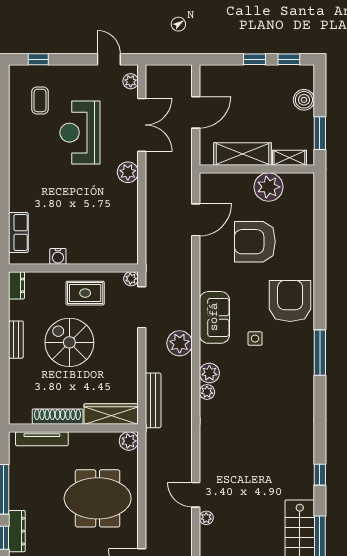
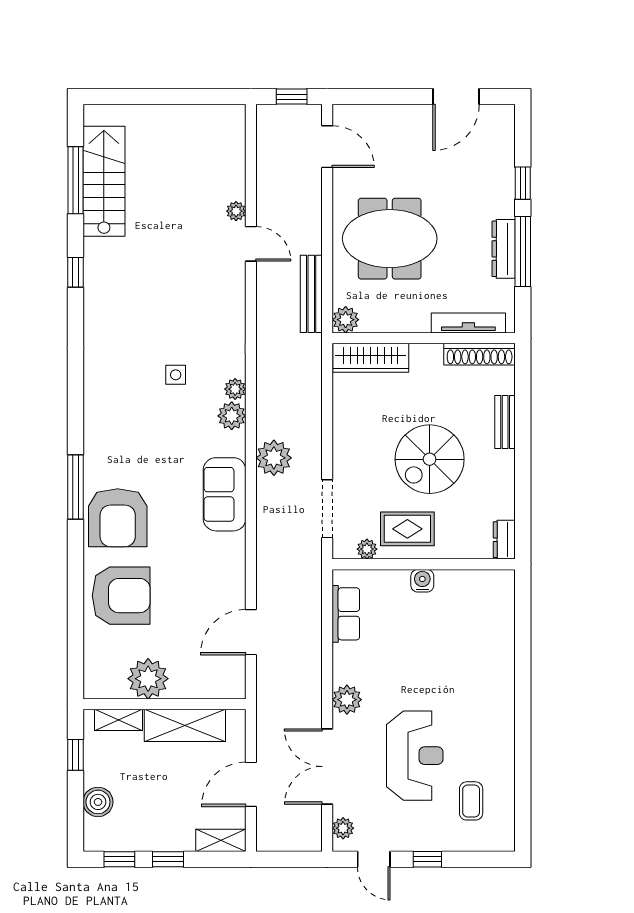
window: (38, 59) -> (427, 859), moved
shelving: (217, 73) -> (221, 840), added
window: (320, 133) -> (76, 755), width x0.67
row of seats: (18, 232) -> (346, 614), moved, turned 180
armchair: (255, 242) -> (121, 596), moved
water cooler: (58, 256) -> (422, 581), moved
plant: (131, 279) -> (367, 549), moved
side table: (255, 339) -> (176, 375), moved
bench: (16, 340) -> (505, 422), moved
spiral stairs: (69, 342) -> (430, 459), turned 90
window: (320, 353) -> (76, 487), moved
bench: (153, 400) -> (311, 294), moved
shoe rack: (58, 417) -> (480, 354), moved
dresser: (17, 531) -> (504, 249), moved

